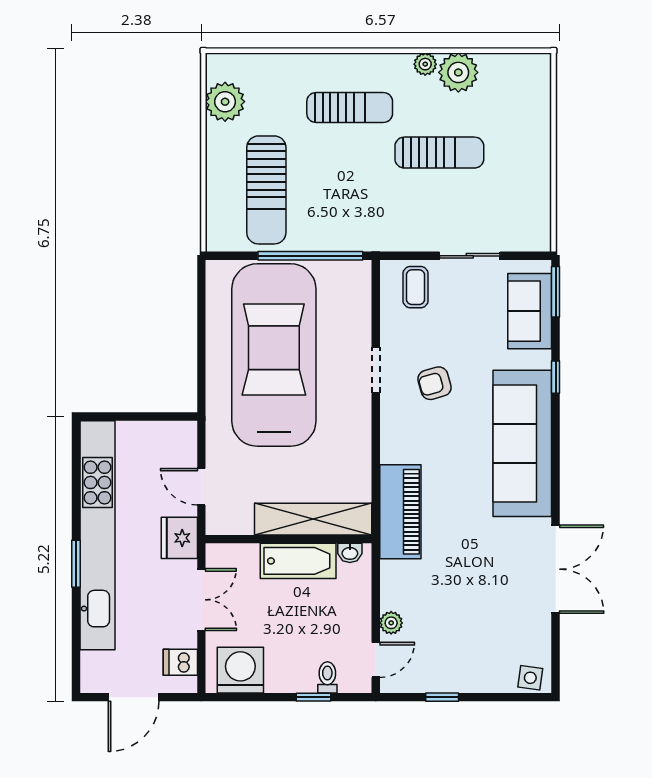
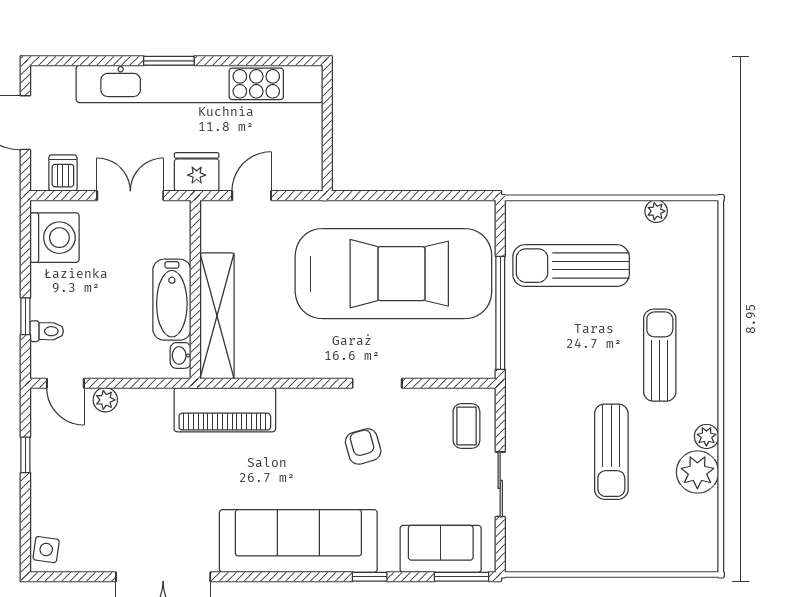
plant: (225, 102) -> (656, 211), width x0.53, depth x0.53
sun lounger: (350, 107) -> (660, 355), turned 180
coffee table: (415, 287) -> (466, 426), turned 90
double door: (201, 600) -> (130, 196), swing flipped

